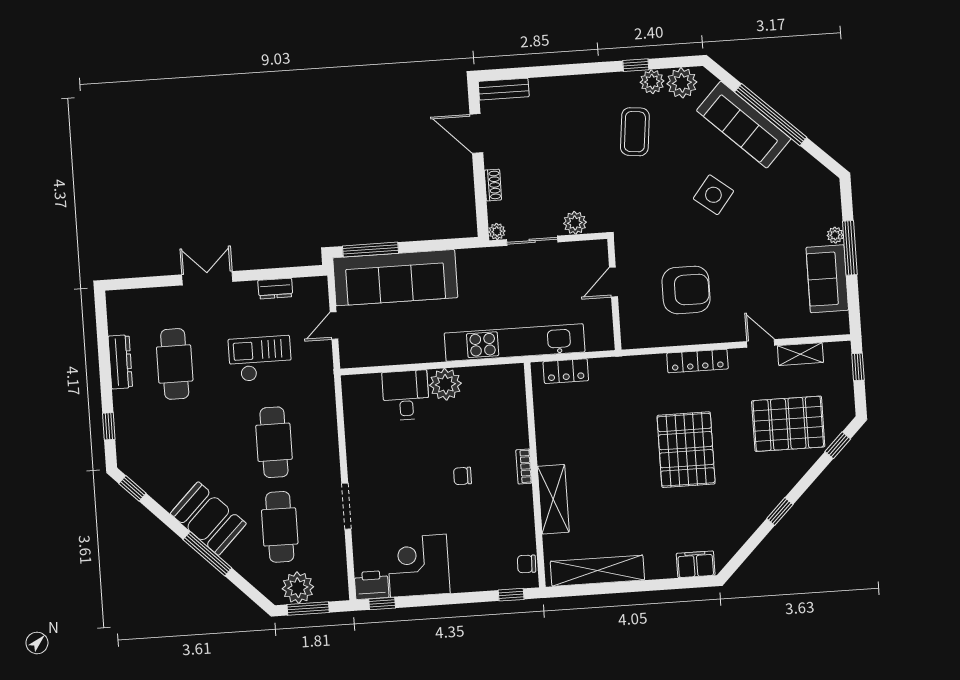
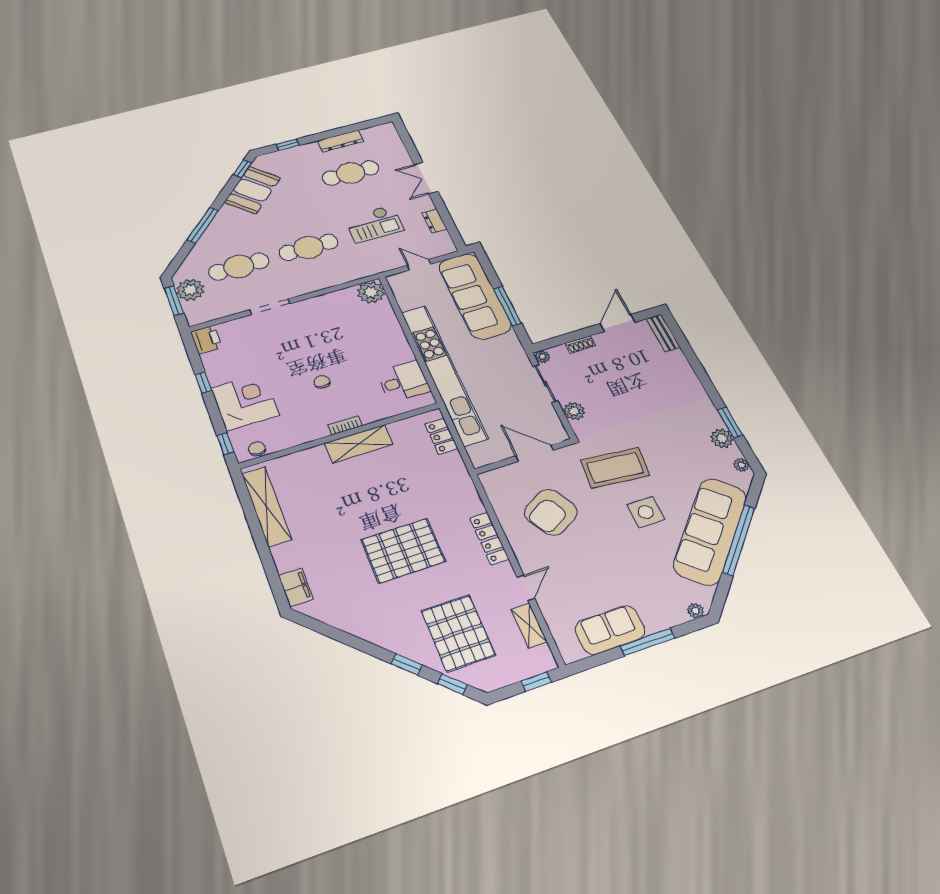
window: (636, 65) -> (730, 423), width x1.50
plant: (682, 83) -> (741, 465), width x0.53, depth x0.53
sofa: (744, 125) -> (710, 531), width x1.36, depth x1.27
coffee table: (635, 132) -> (615, 468), moved, width x1.36, depth x1.32
side table: (713, 195) -> (646, 512), turned -38
plant: (835, 235) -> (696, 611), moved
window: (371, 250) -> (507, 306), moved
double door: (207, 278) -> (426, 178), swing flipped
door: (613, 282) -> (535, 453), width x1.37
armchair: (686, 290) -> (551, 512), turned 61
kitchen unit: (515, 342) -> (444, 374), width x1.36
checkout: (260, 359) -> (374, 224), turned 90
plant: (445, 384) -> (371, 292), moved
desk: (406, 395) -> (404, 381), moved
shelving: (553, 499) -> (359, 444), moved
window: (780, 512) -> (407, 665), moved
booth: (208, 519) -> (252, 190), moved
corner desk: (418, 566) -> (245, 402), moved
window: (382, 603) -> (203, 382), moved

